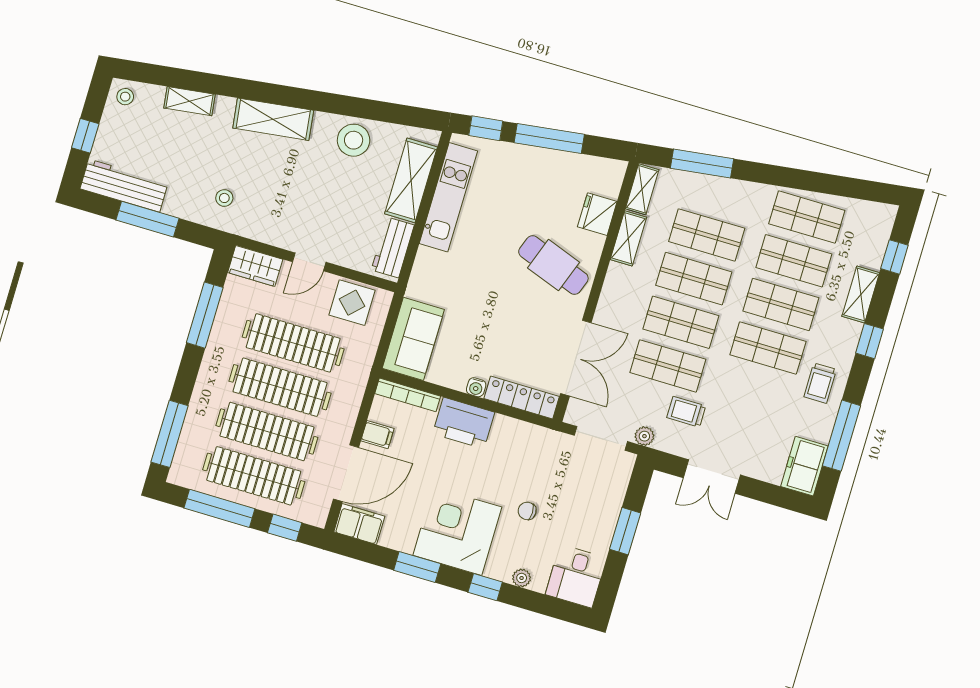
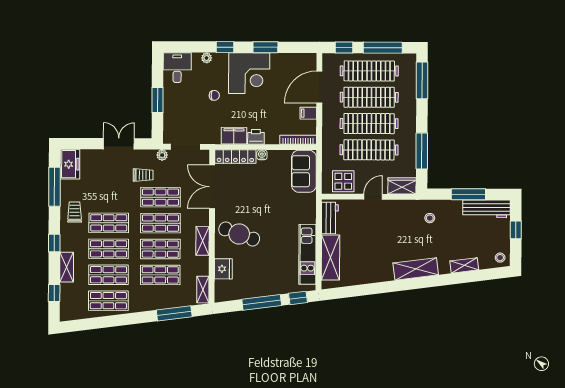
stool: (354, 140) -> (368, 270), removed
shelving: (628, 238) -> (202, 241), moved
printer: (464, 423) -> (256, 137), width x0.53, depth x0.68
filing cabinet: (359, 524) -> (234, 136), moved, turned 180

